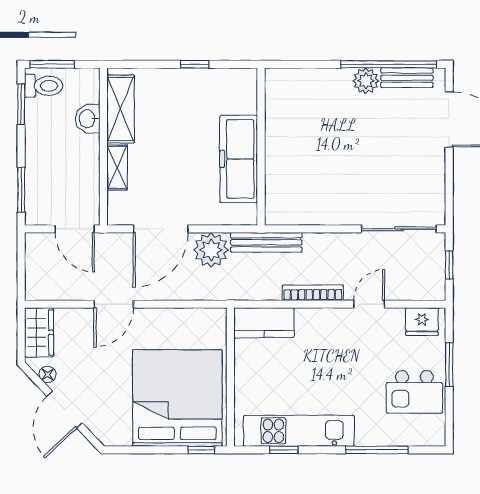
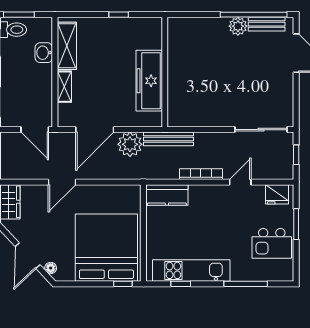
floor lamp: (48, 374) -> (51, 268), moved

